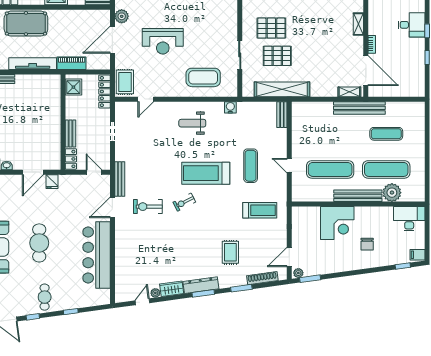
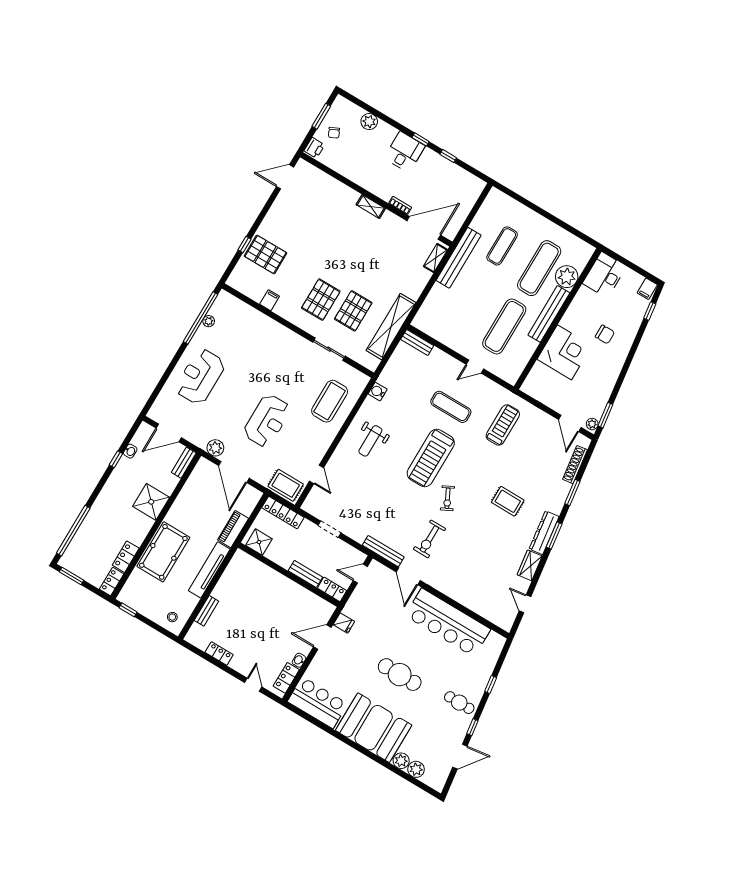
door: (33, 172) -> (322, 637), swing flipped
rug: (230, 252) -> (508, 501), moved
plant: (155, 293) -> (524, 585), removed

